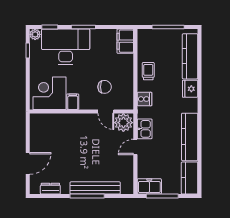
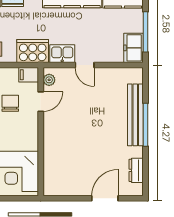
cooker: (145, 99) -> (33, 51), width x1.87, depth x1.31
filing cabinet: (73, 102) -> (29, 75), moved
plant: (123, 123) -> (49, 80), width x0.53, depth x0.53
door: (28, 163) -> (105, 198), hinge flipped

